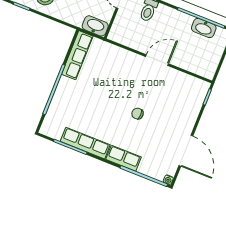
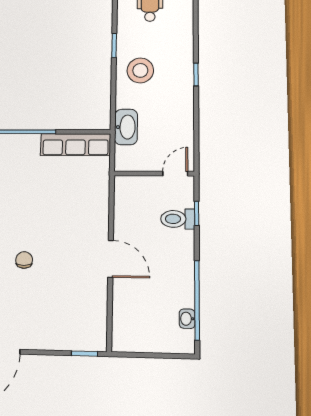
washbasin: (95, 26) -> (126, 127), moved
washbasin: (204, 28) -> (187, 319), width x0.52, depth x0.69

